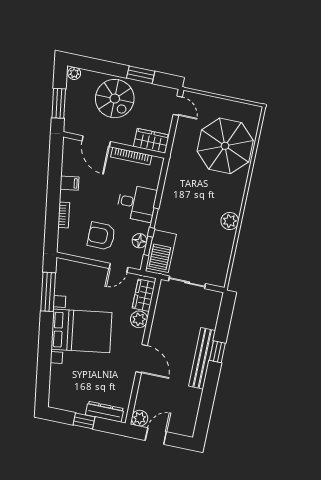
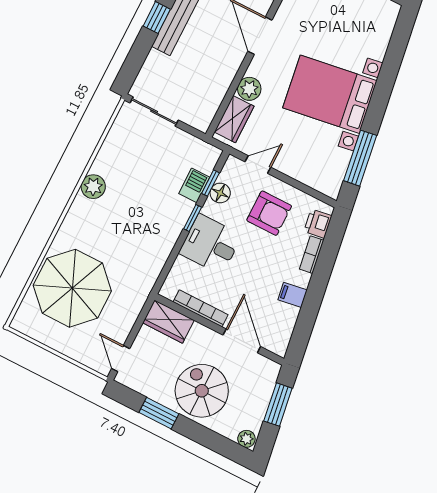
printer: (65, 238) -> (318, 224), added
barbecue: (161, 251) -> (194, 185), width x0.53, depth x0.65
sliding door: (187, 282) -> (154, 111), moved

